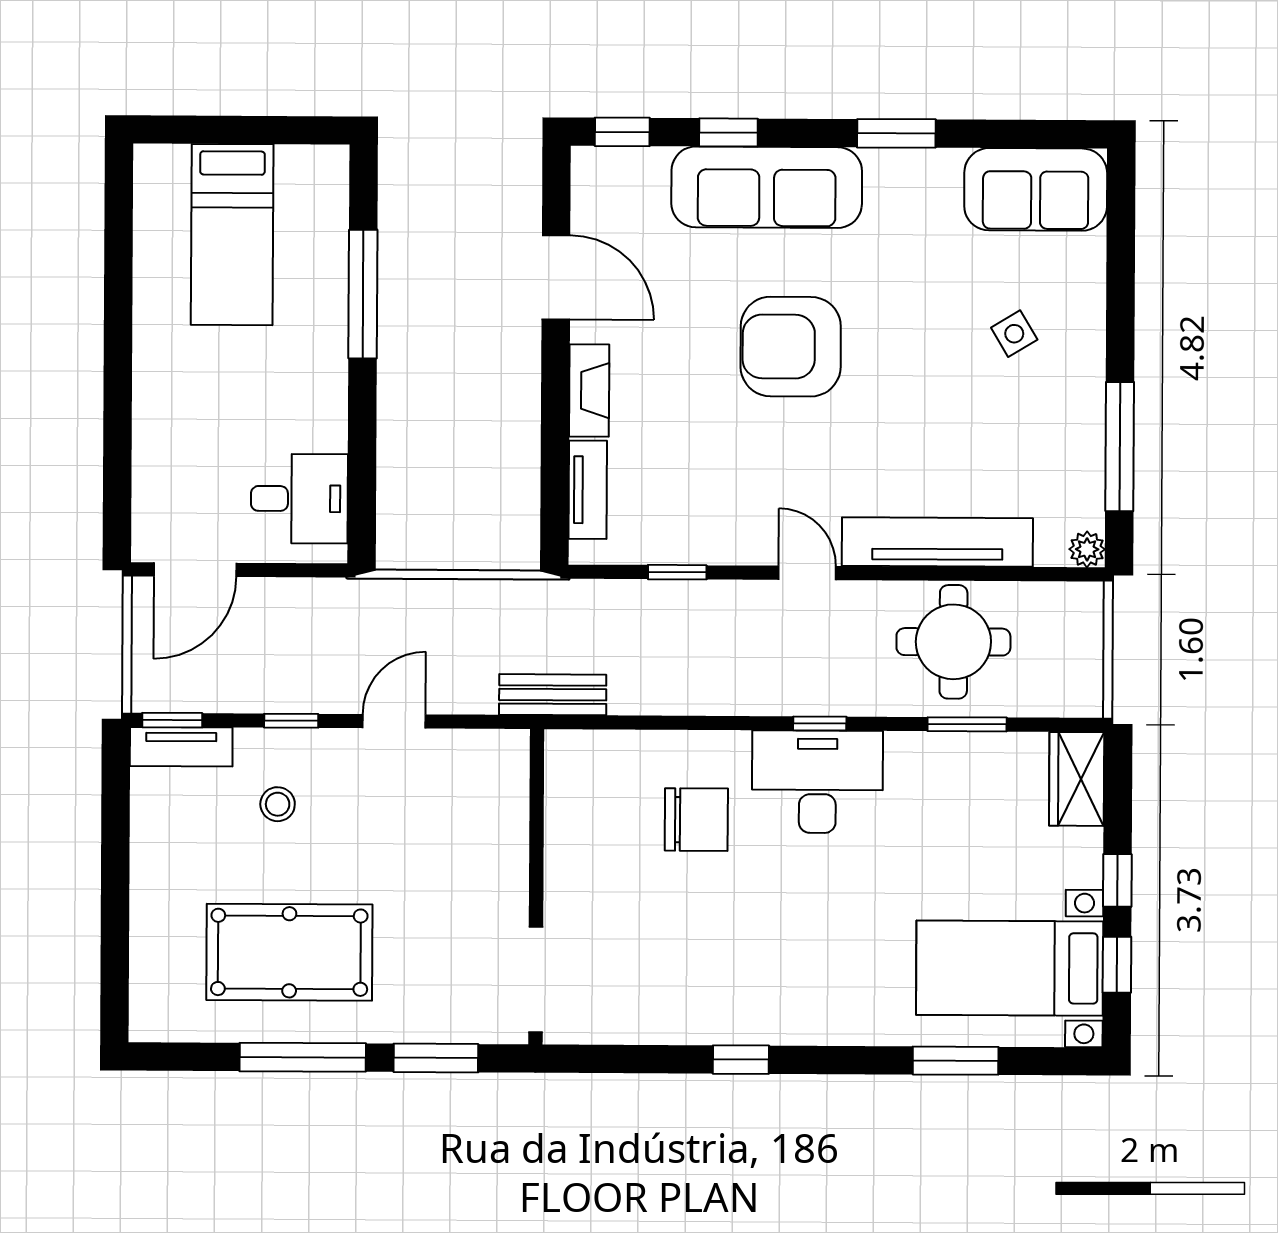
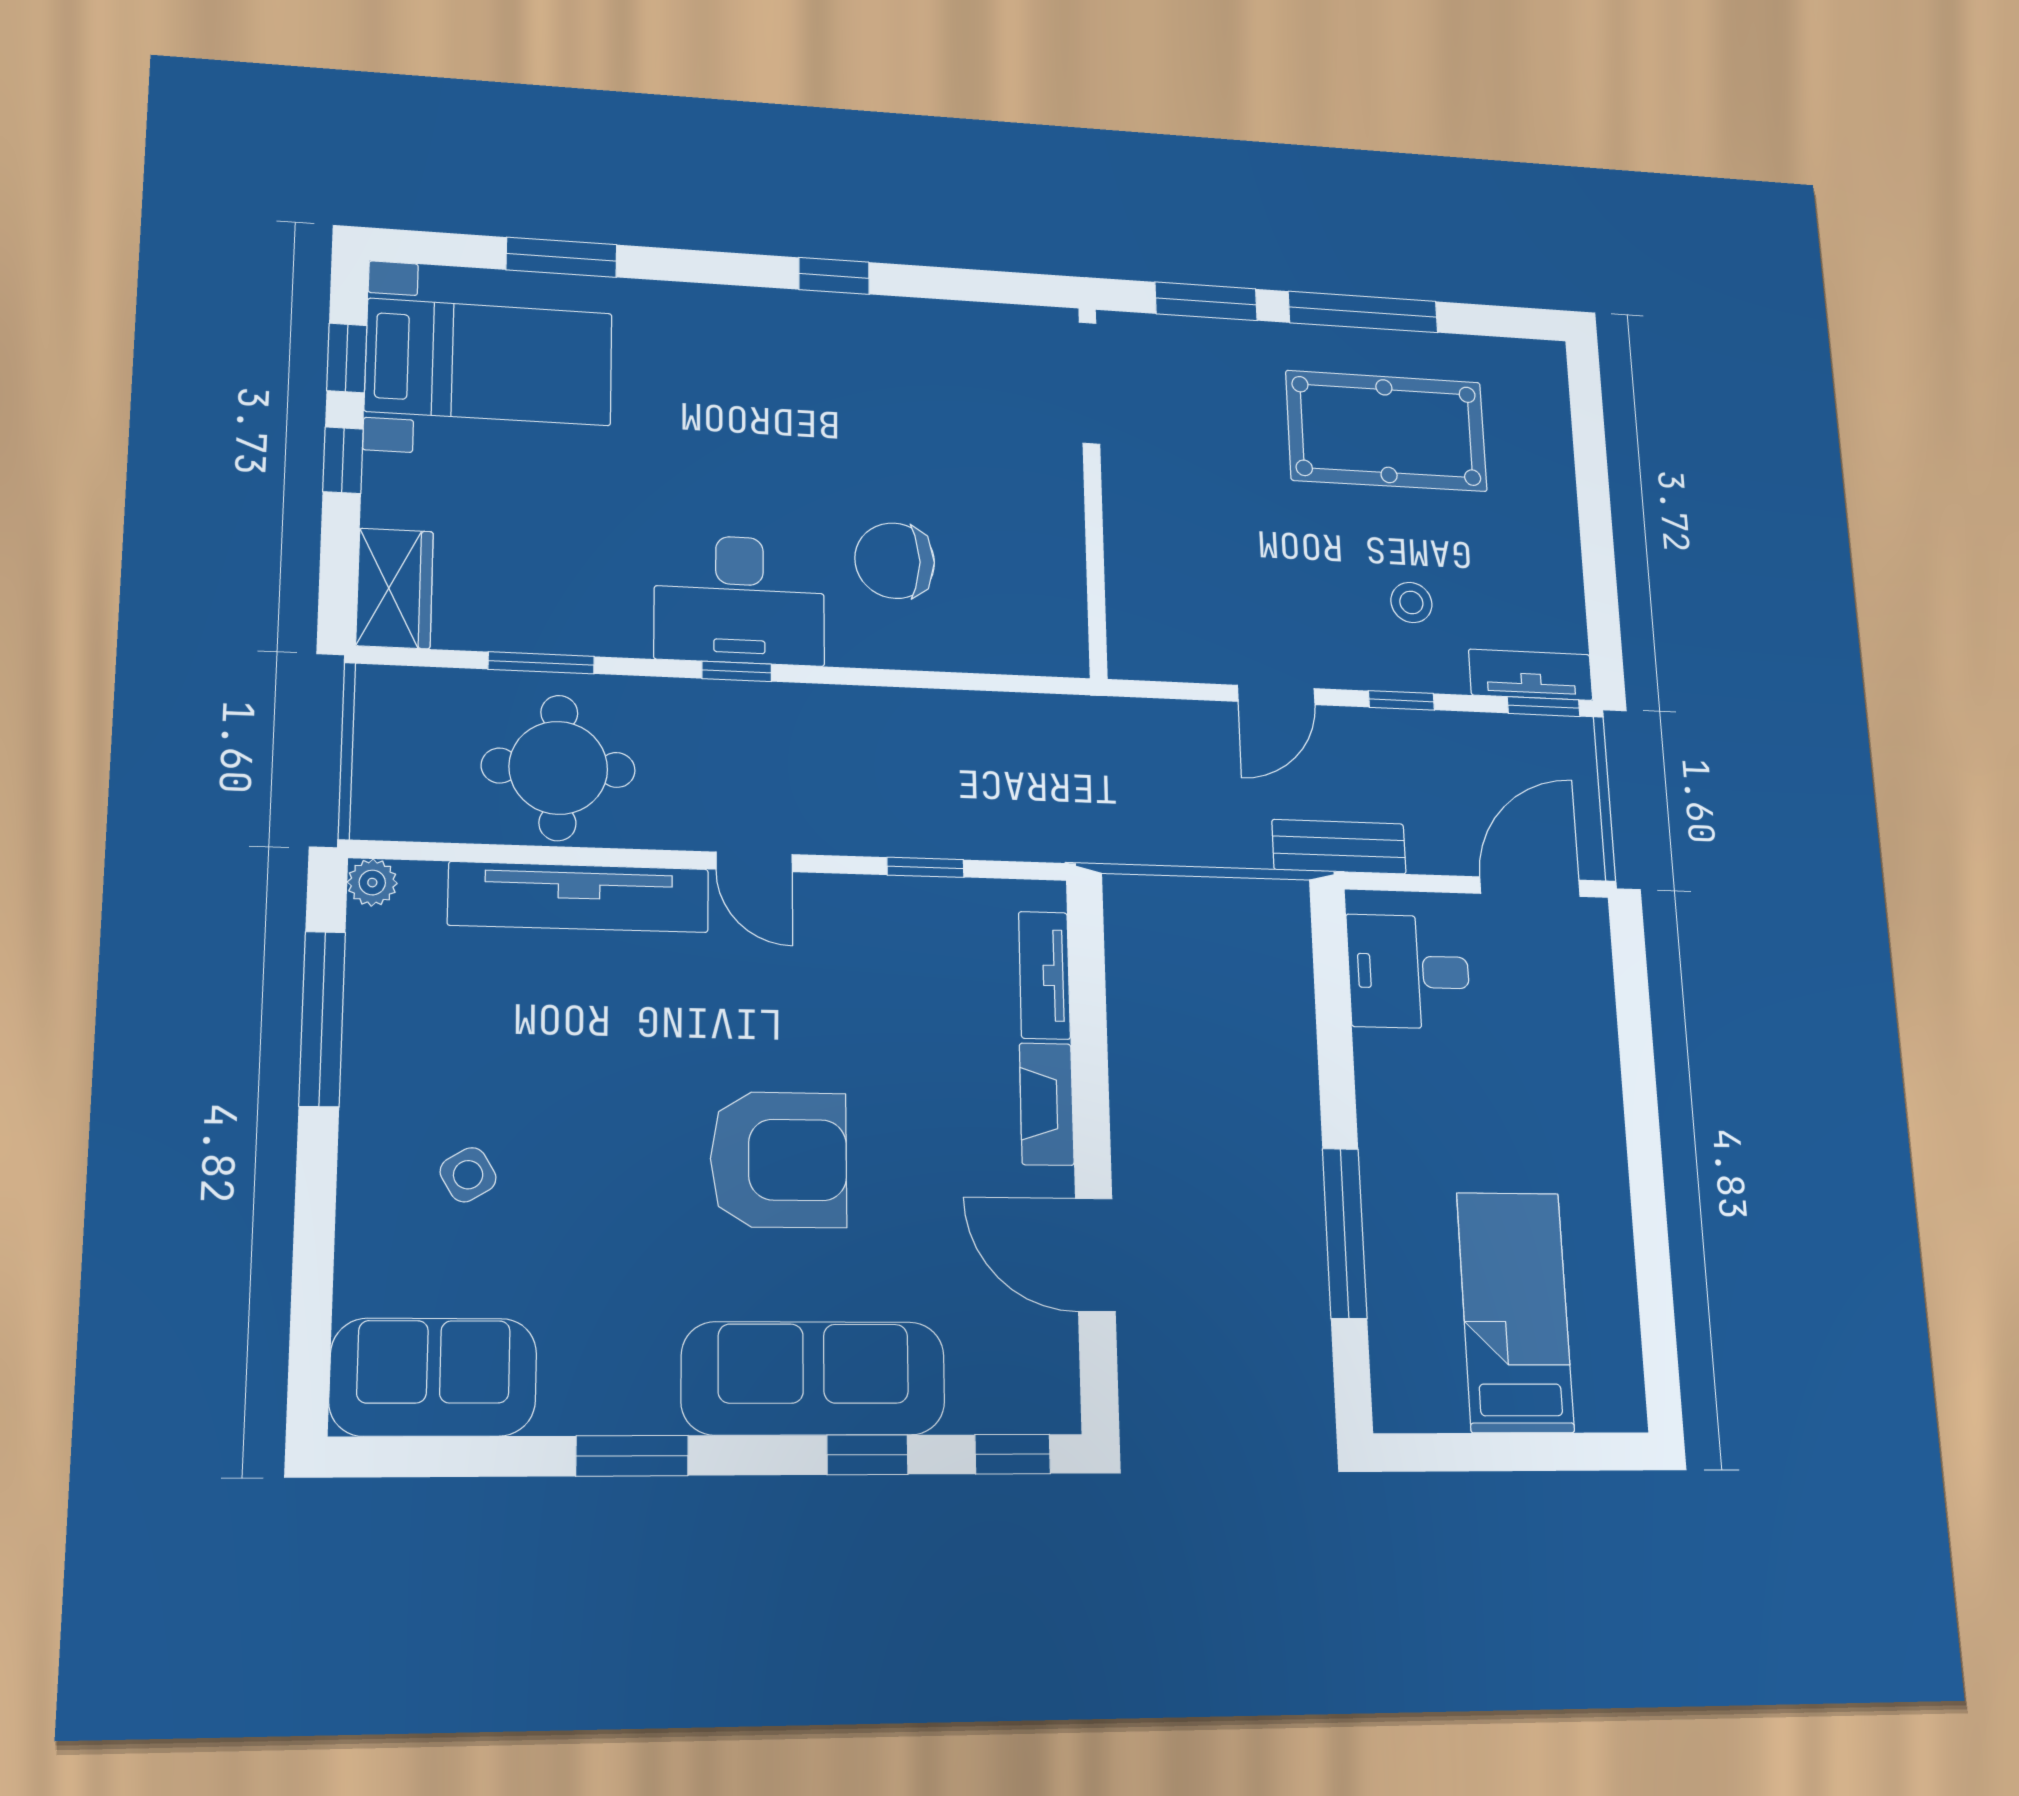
bench: (553, 695) -> (1339, 847), moved

